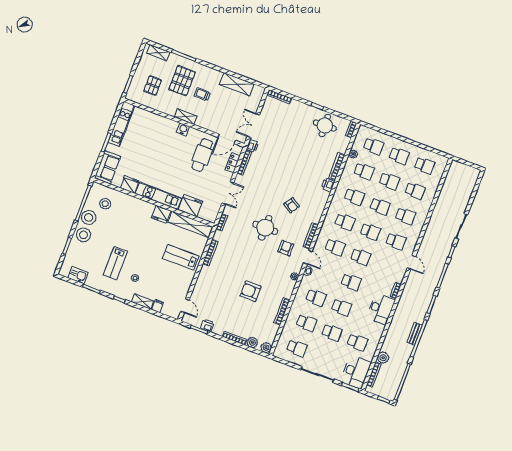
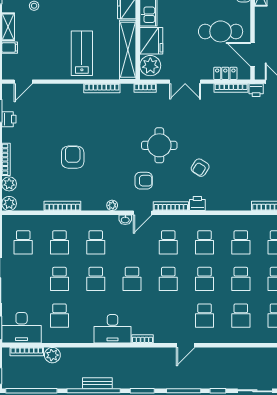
printer: (328, 185) -> (197, 204), moved
plant: (207, 213) -> (150, 66), added

